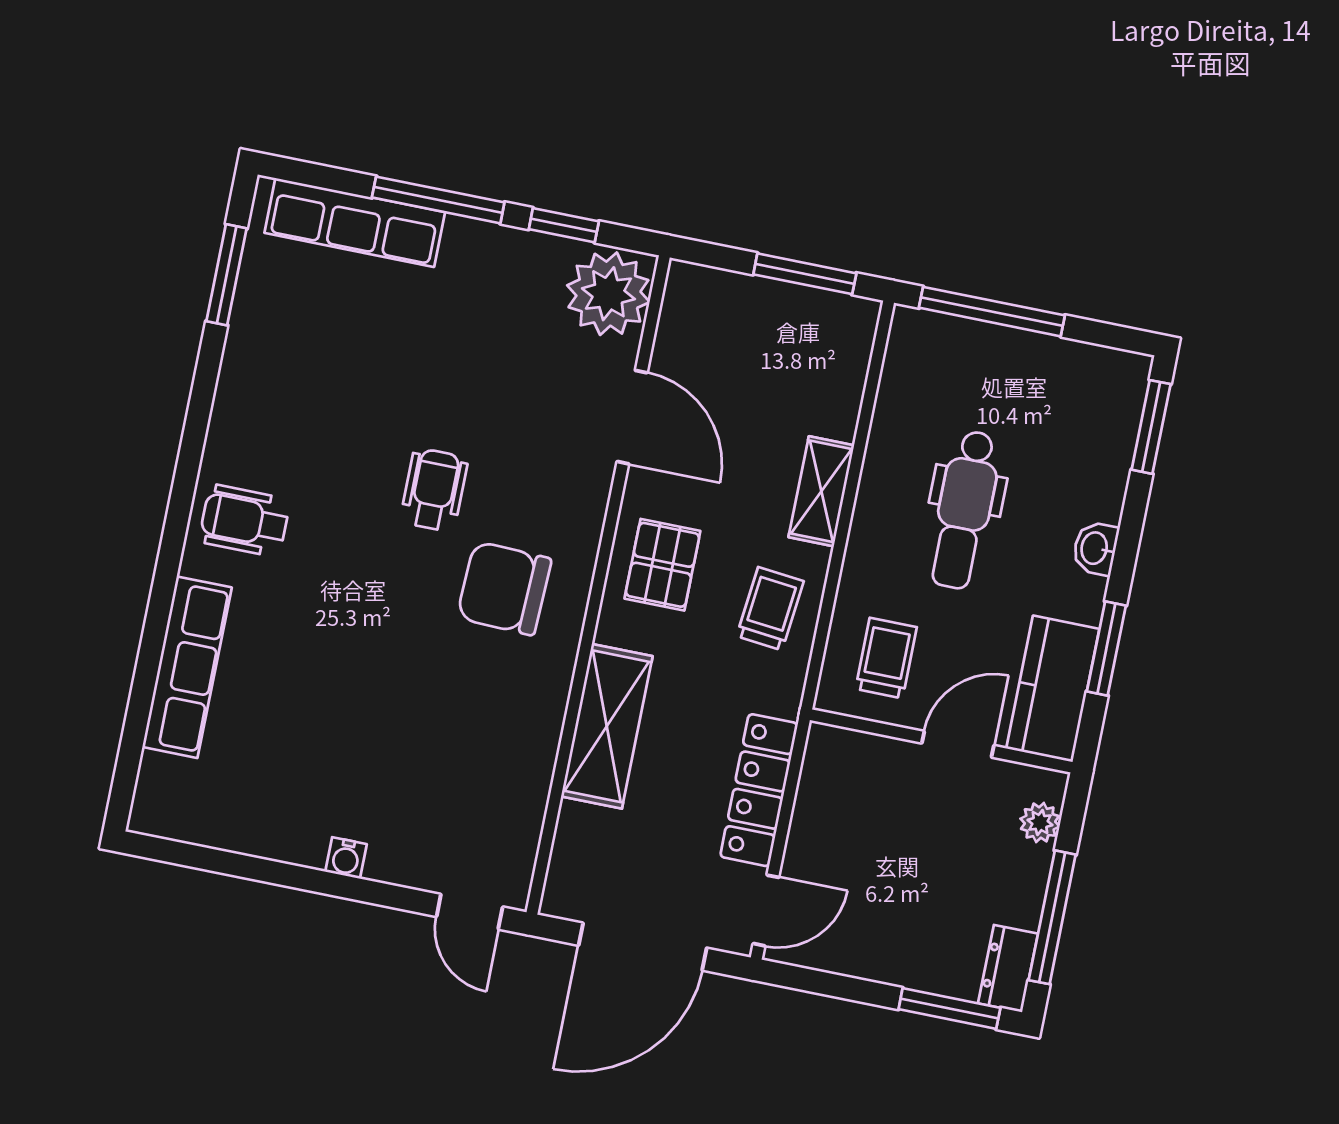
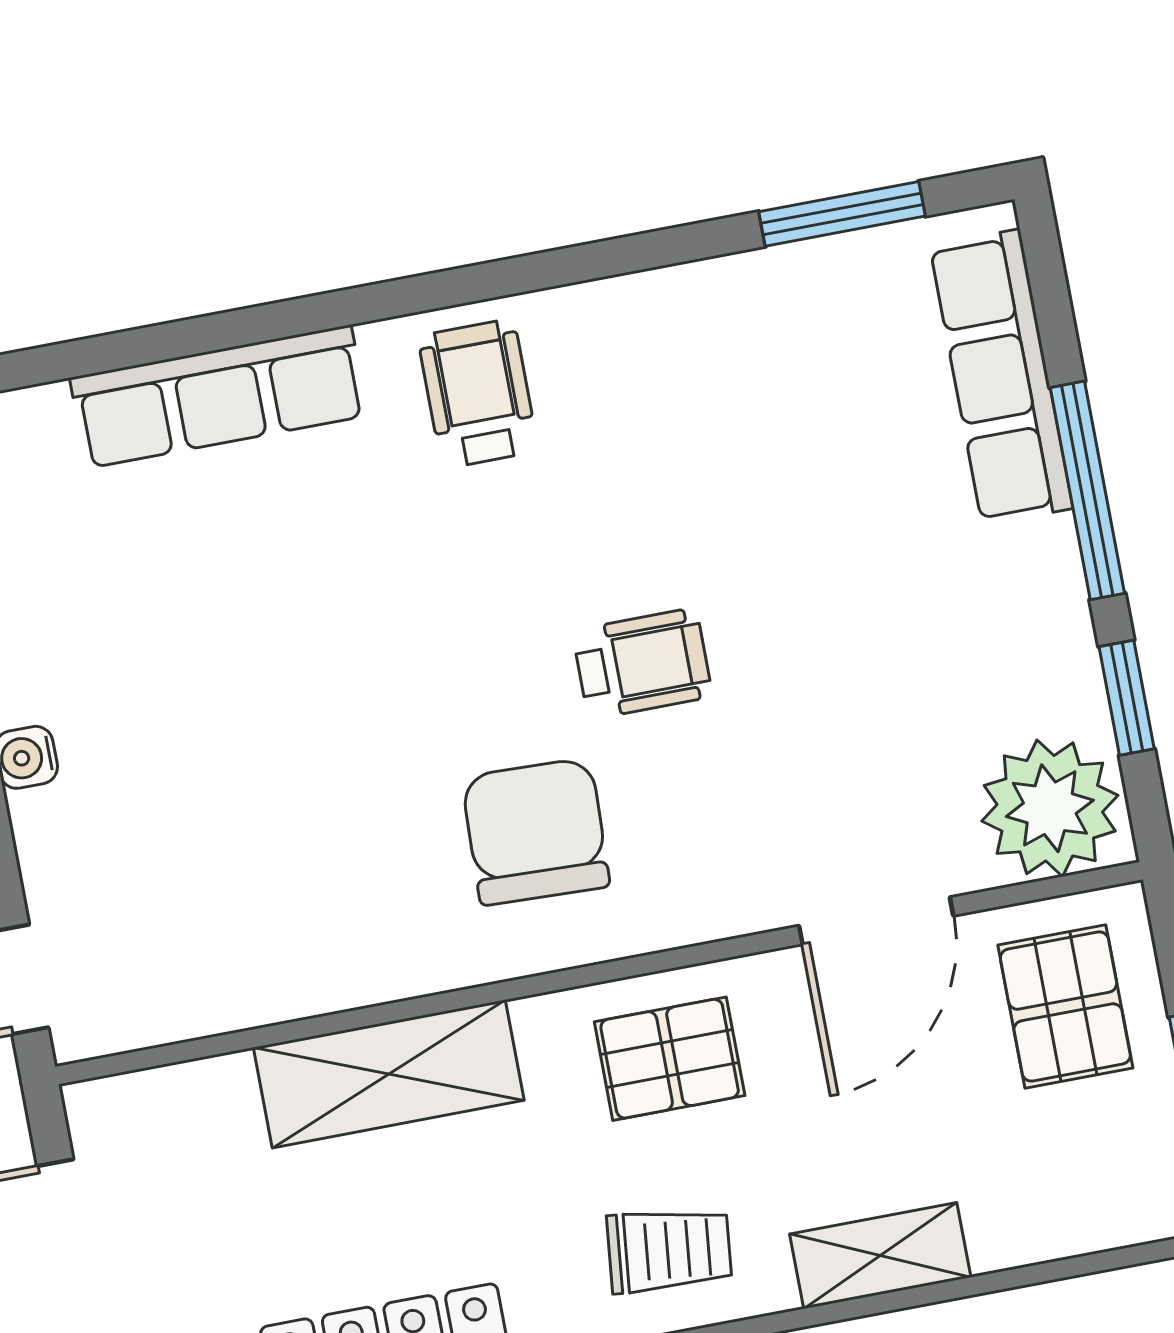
pallet: (724, 330) -> (1065, 1007), added

